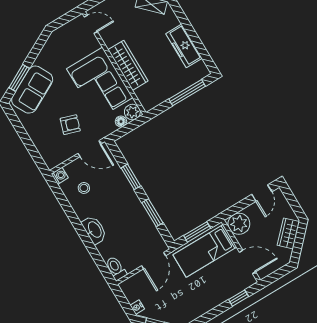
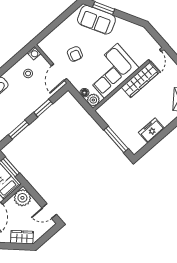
freezer: (184, 46) -> (151, 130), width x0.71
wardrobe: (128, 65) -> (140, 80), moved

